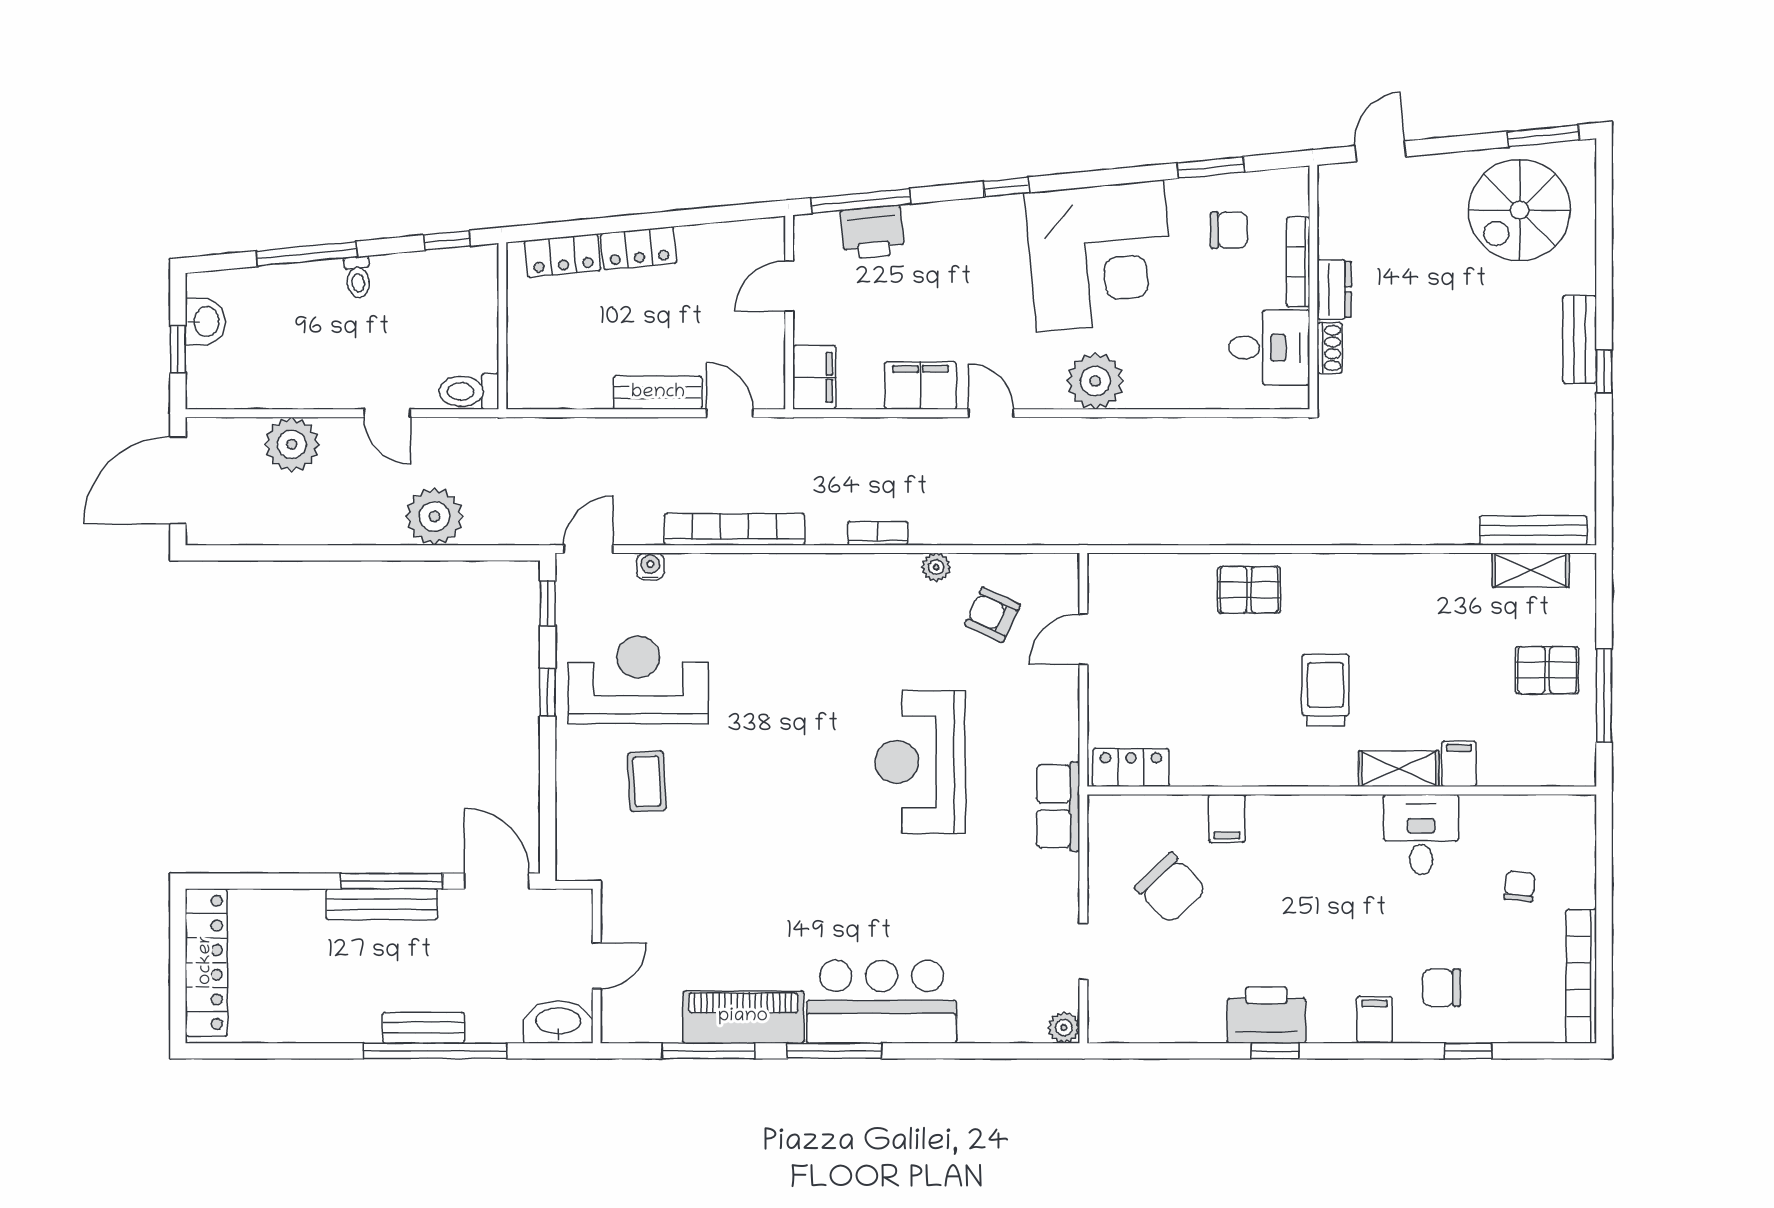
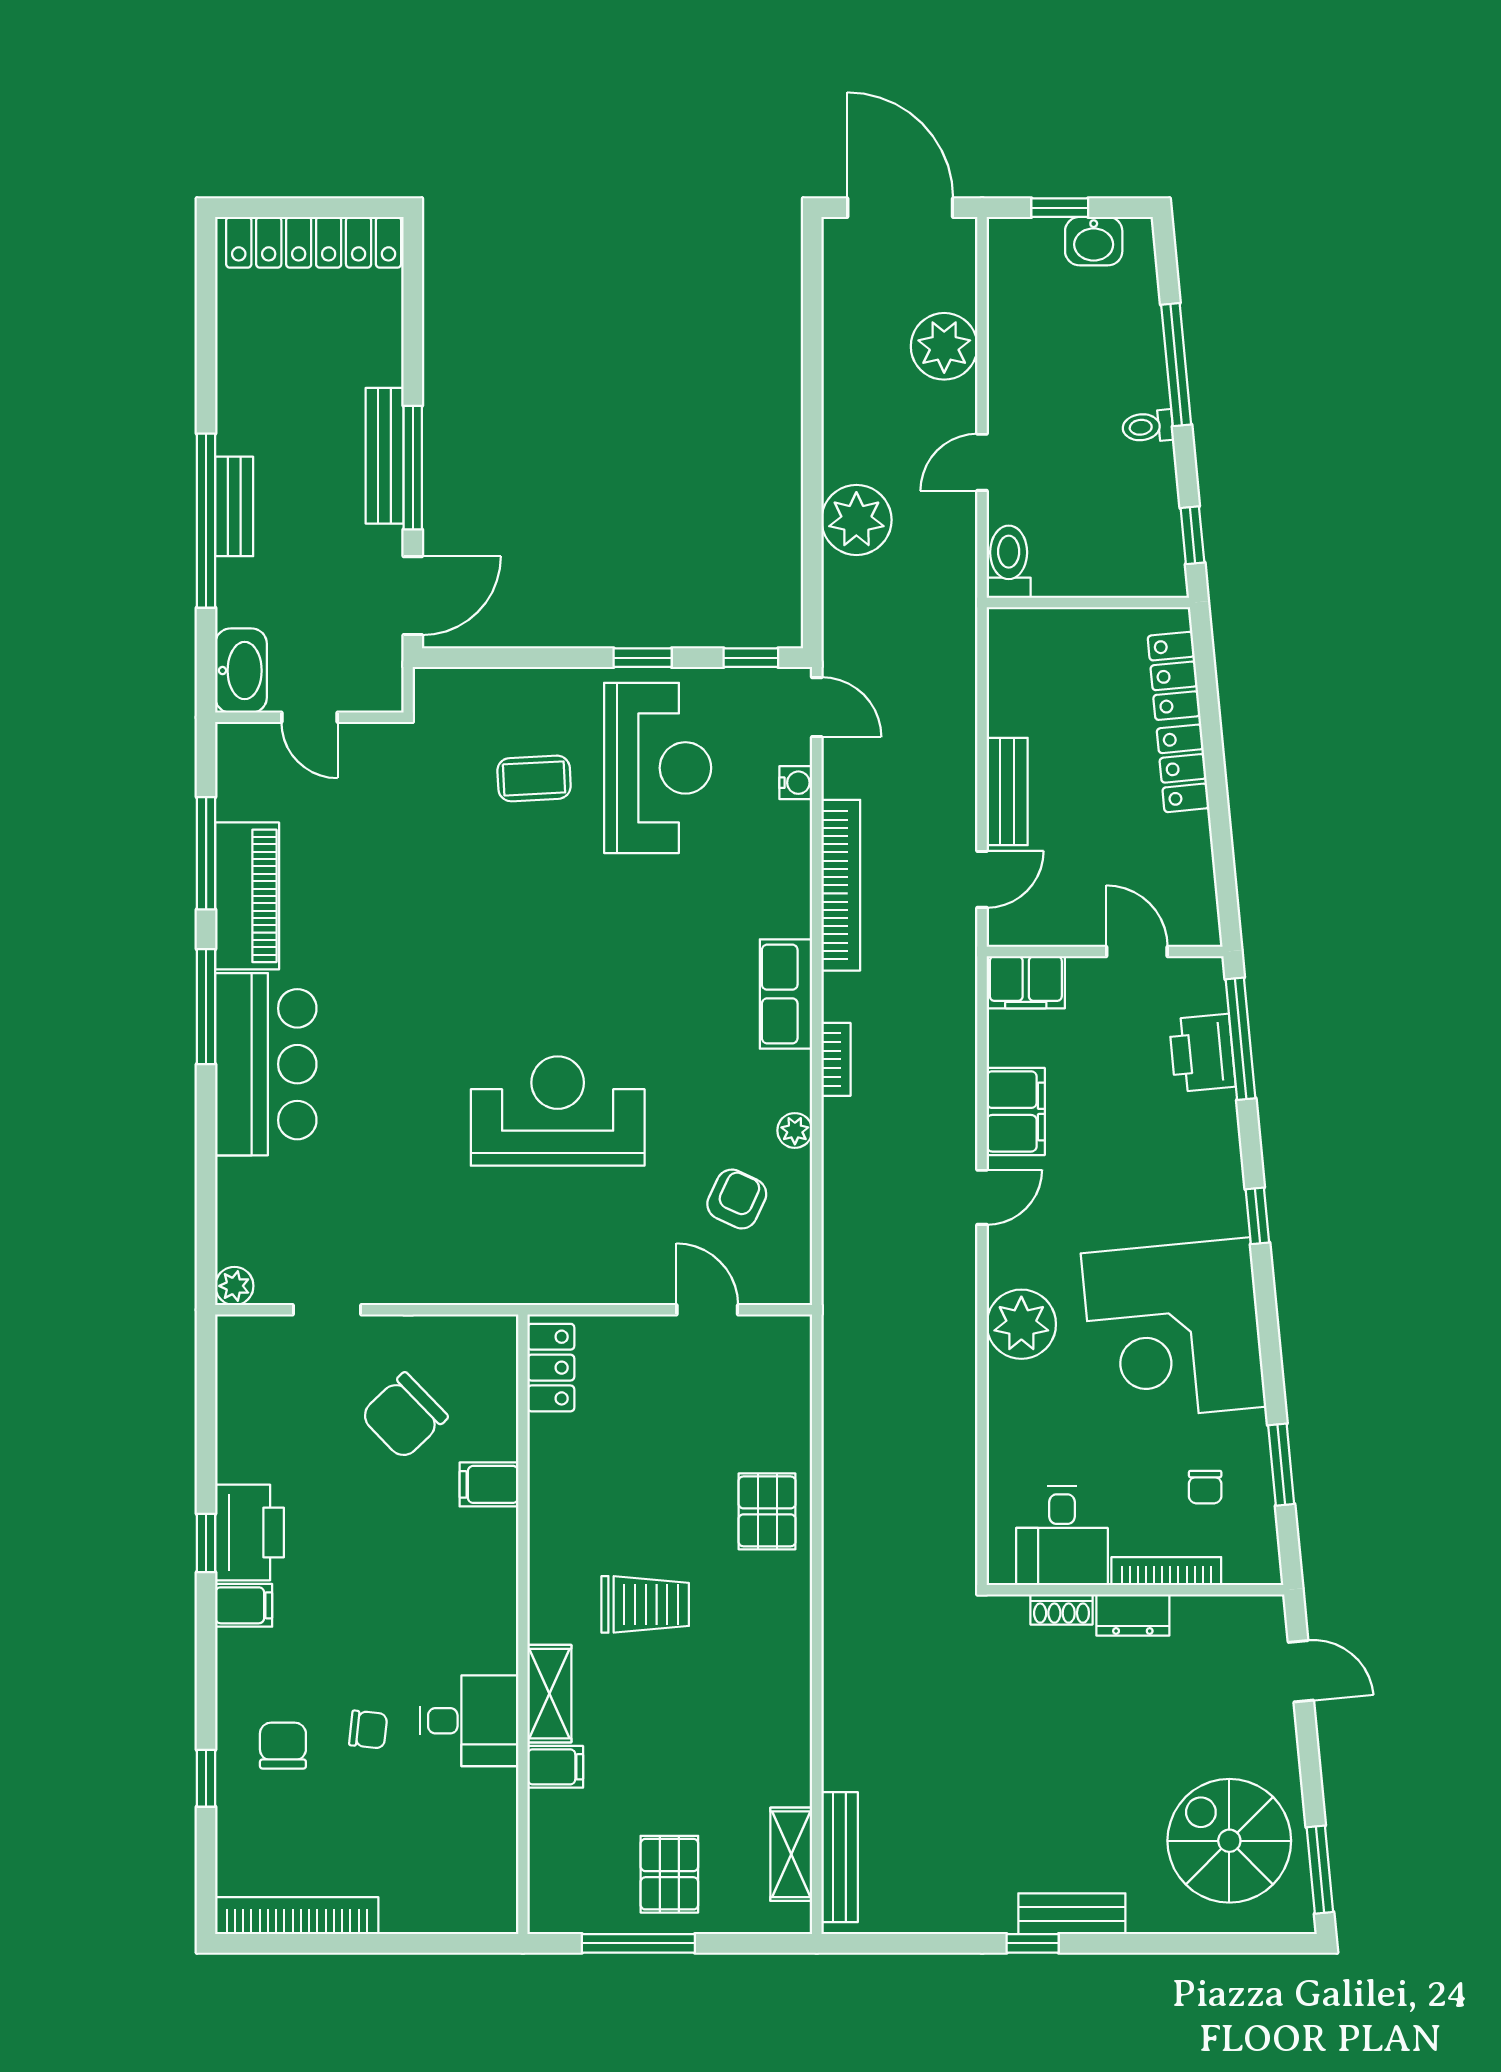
chair: (1229, 230) -> (1205, 1487), width x0.73, depth x0.73
row of seats: (1058, 806) -> (786, 994), moved, turned -90
chair: (1520, 886) -> (368, 1730), moved
filing cabinet: (1374, 1020) -> (244, 1605), moved

